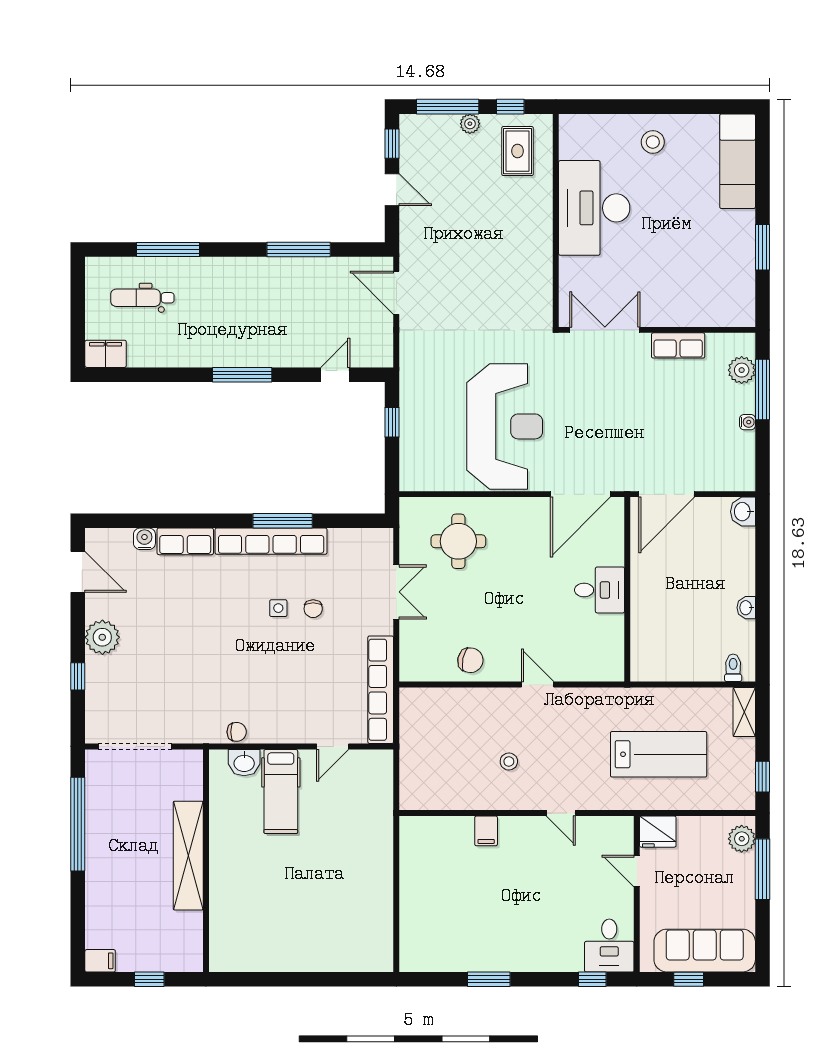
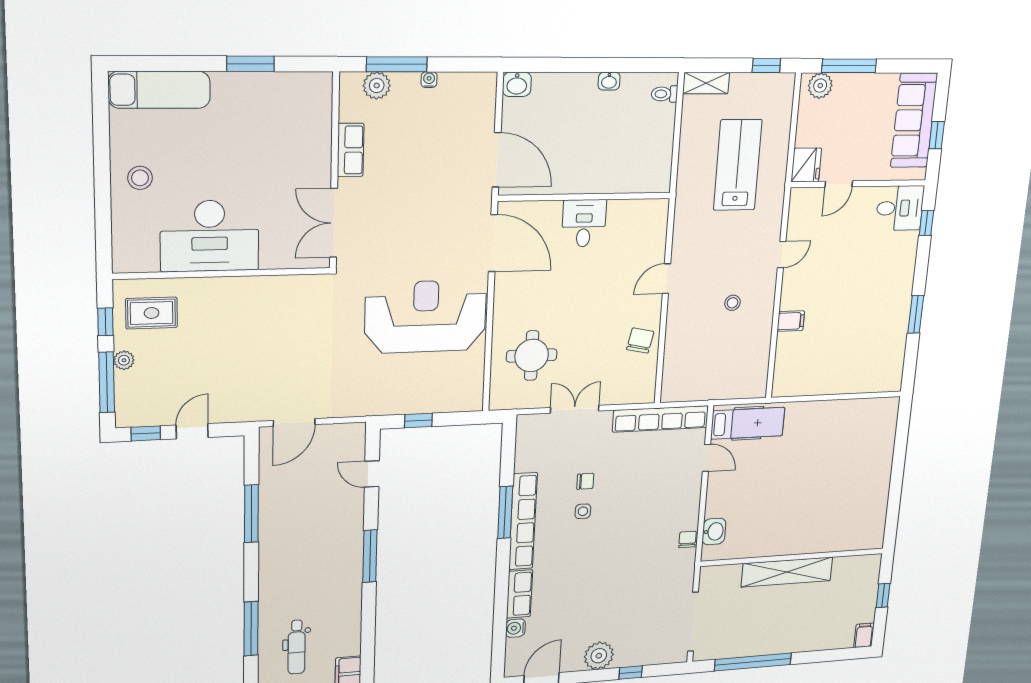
hospital bed: (281, 791) -> (748, 423), moved

